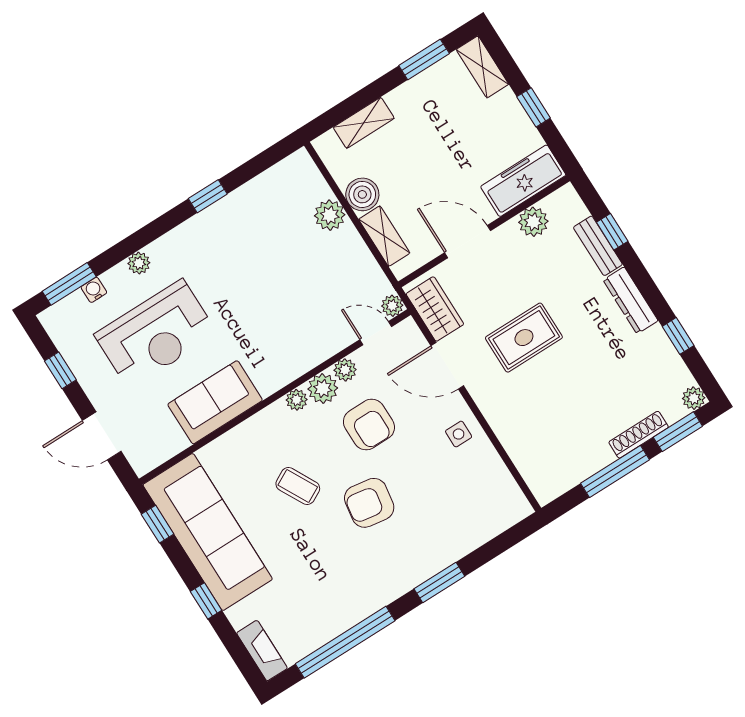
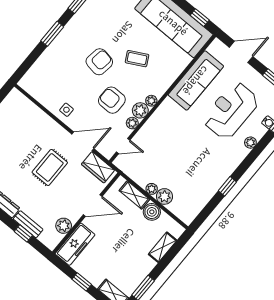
plant: (392, 306) -> (152, 189), moved
sofa: (215, 402) -> (196, 81), width x1.36

